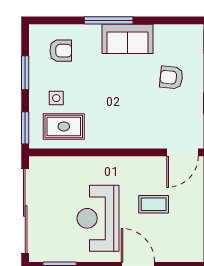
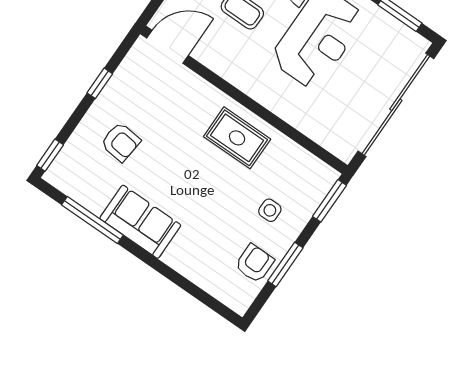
window: (109, 20) -> (92, 220), moved
armchair: (61, 51) -> (255, 263), moved, turned 90
rug: (64, 126) -> (237, 138), moved

